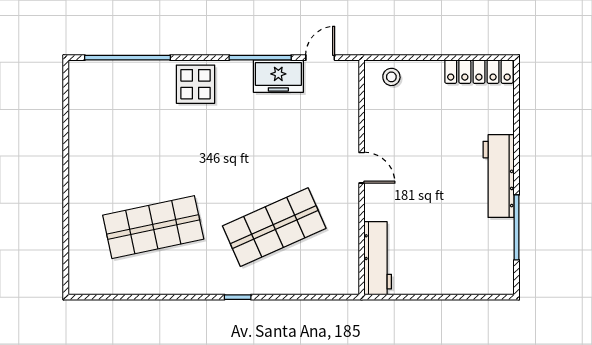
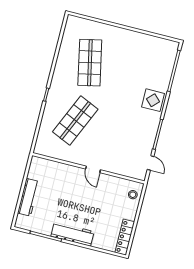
freezer: (278, 76) -> (147, 141), removed
door: (362, 168) -> (93, 169), hinge flipped
shop shelf: (274, 227) -> (75, 121), turned 48
workbench: (378, 258) -> (28, 197), moved, turned -90

